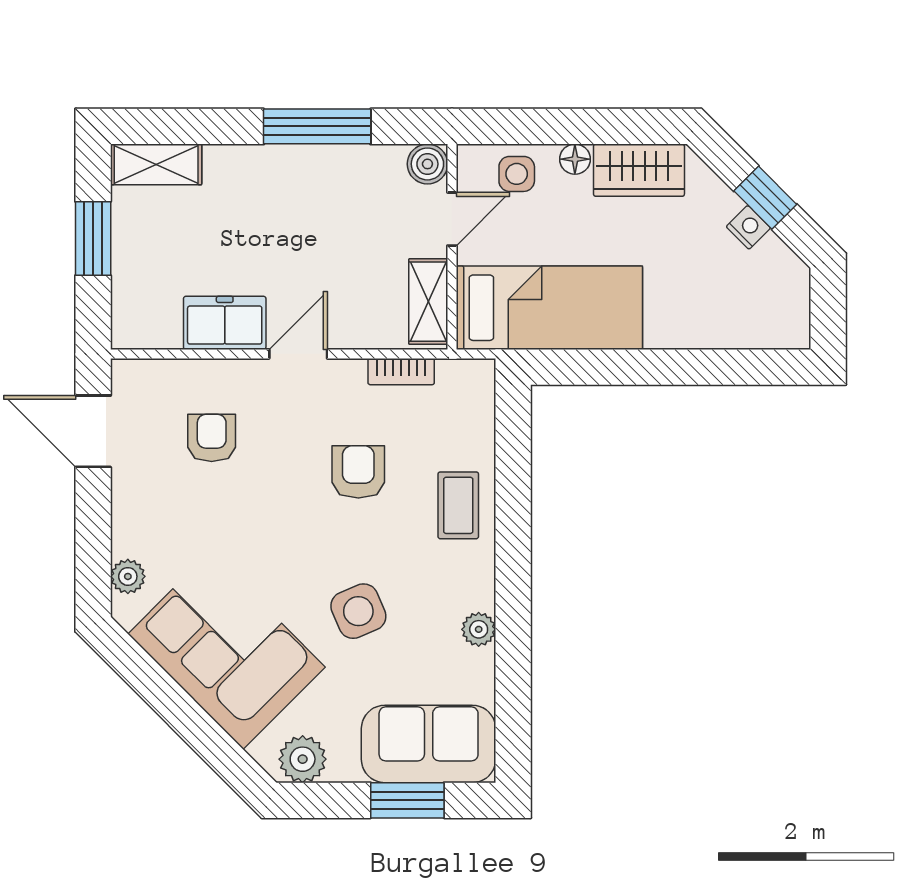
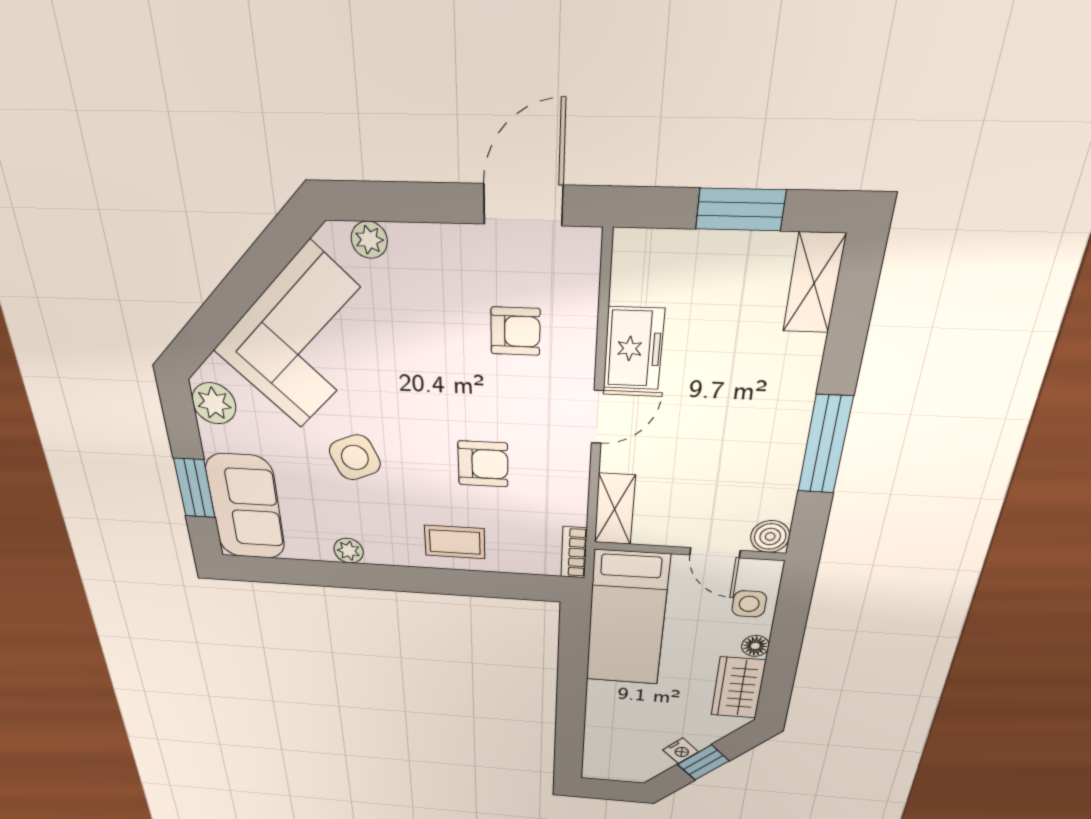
shelving: (428, 302) -> (615, 509), moved, turned 90
door: (298, 354) -> (597, 417), hinge flipped
bookcase: (401, 372) -> (574, 552), moved

